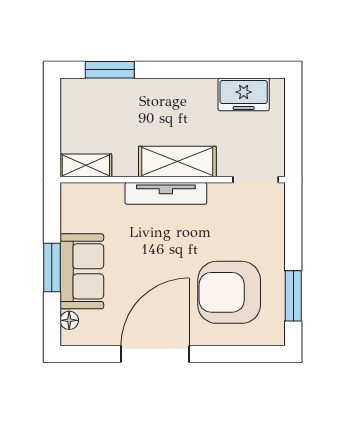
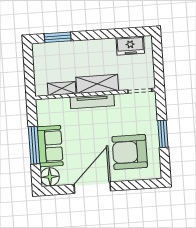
shelving: (86, 165) -> (62, 88), moved
window: (52, 267) -> (34, 145), width x1.44
window: (293, 296) -> (163, 134), moved
floor lamp: (69, 320) -> (50, 177), width x1.89, depth x1.89

